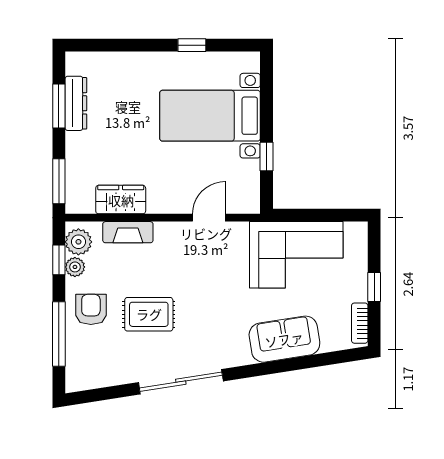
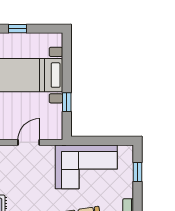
window: (374, 287) -> (138, 172), moved

